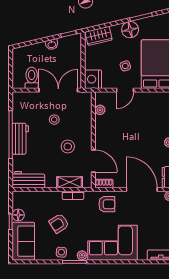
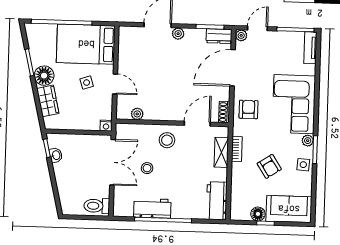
wardrobe: (99, 36) -> (48, 101), moved
washbasin: (52, 44) -> (56, 155), moved
toilet: (32, 78) -> (97, 206), moved
nightstand: (93, 79) -> (106, 126), width x0.53, depth x0.56
double door: (58, 90) -> (113, 162), swing flipped
workbench: (20, 139) -> (152, 208), moved
stool: (68, 146) -> (167, 140), moved

